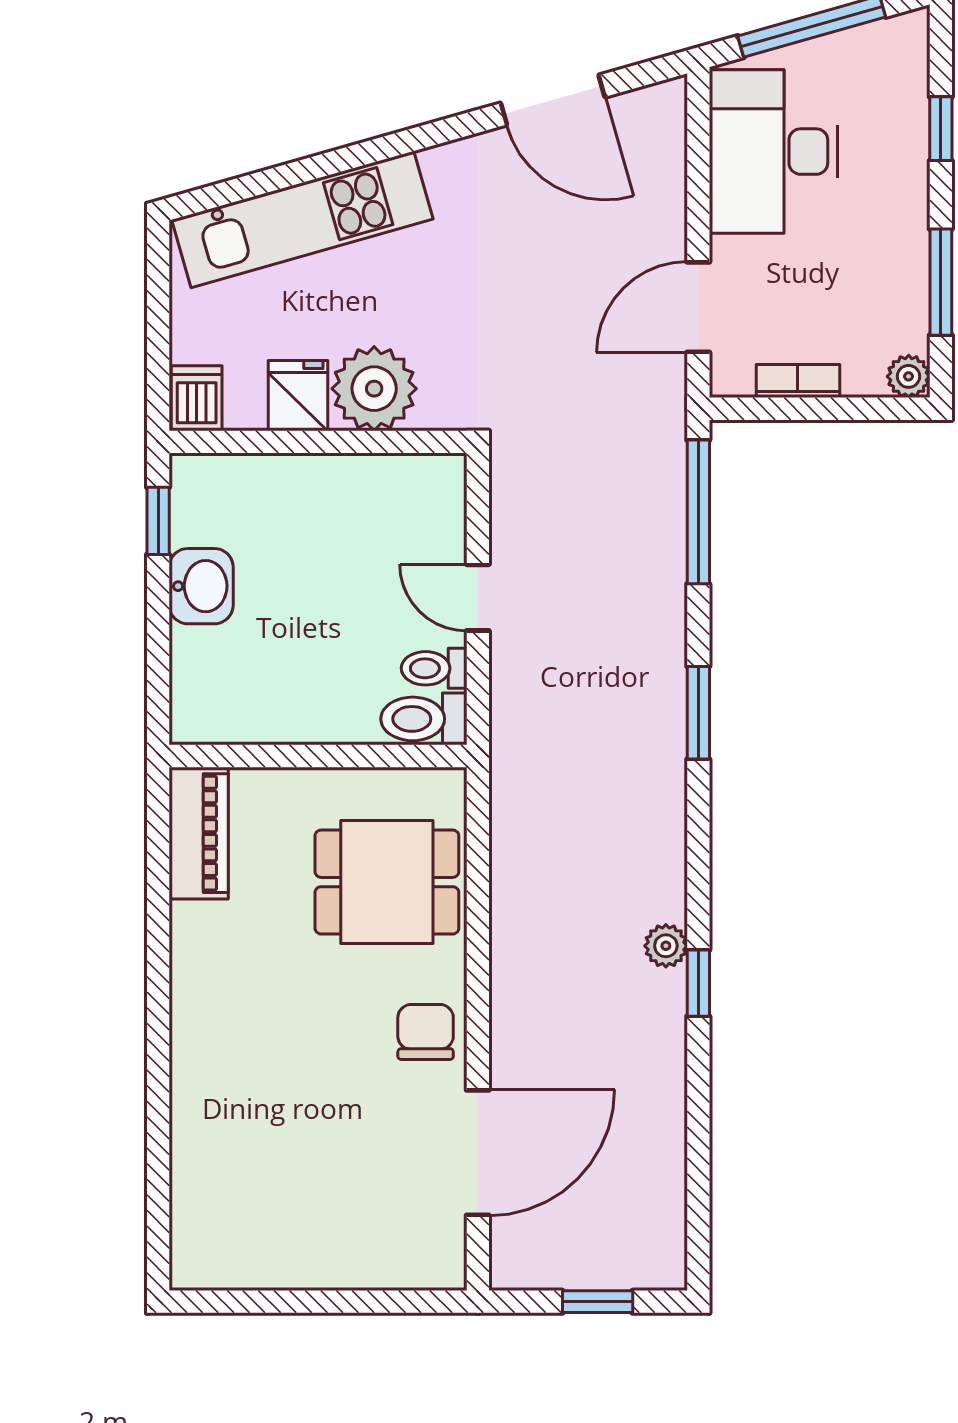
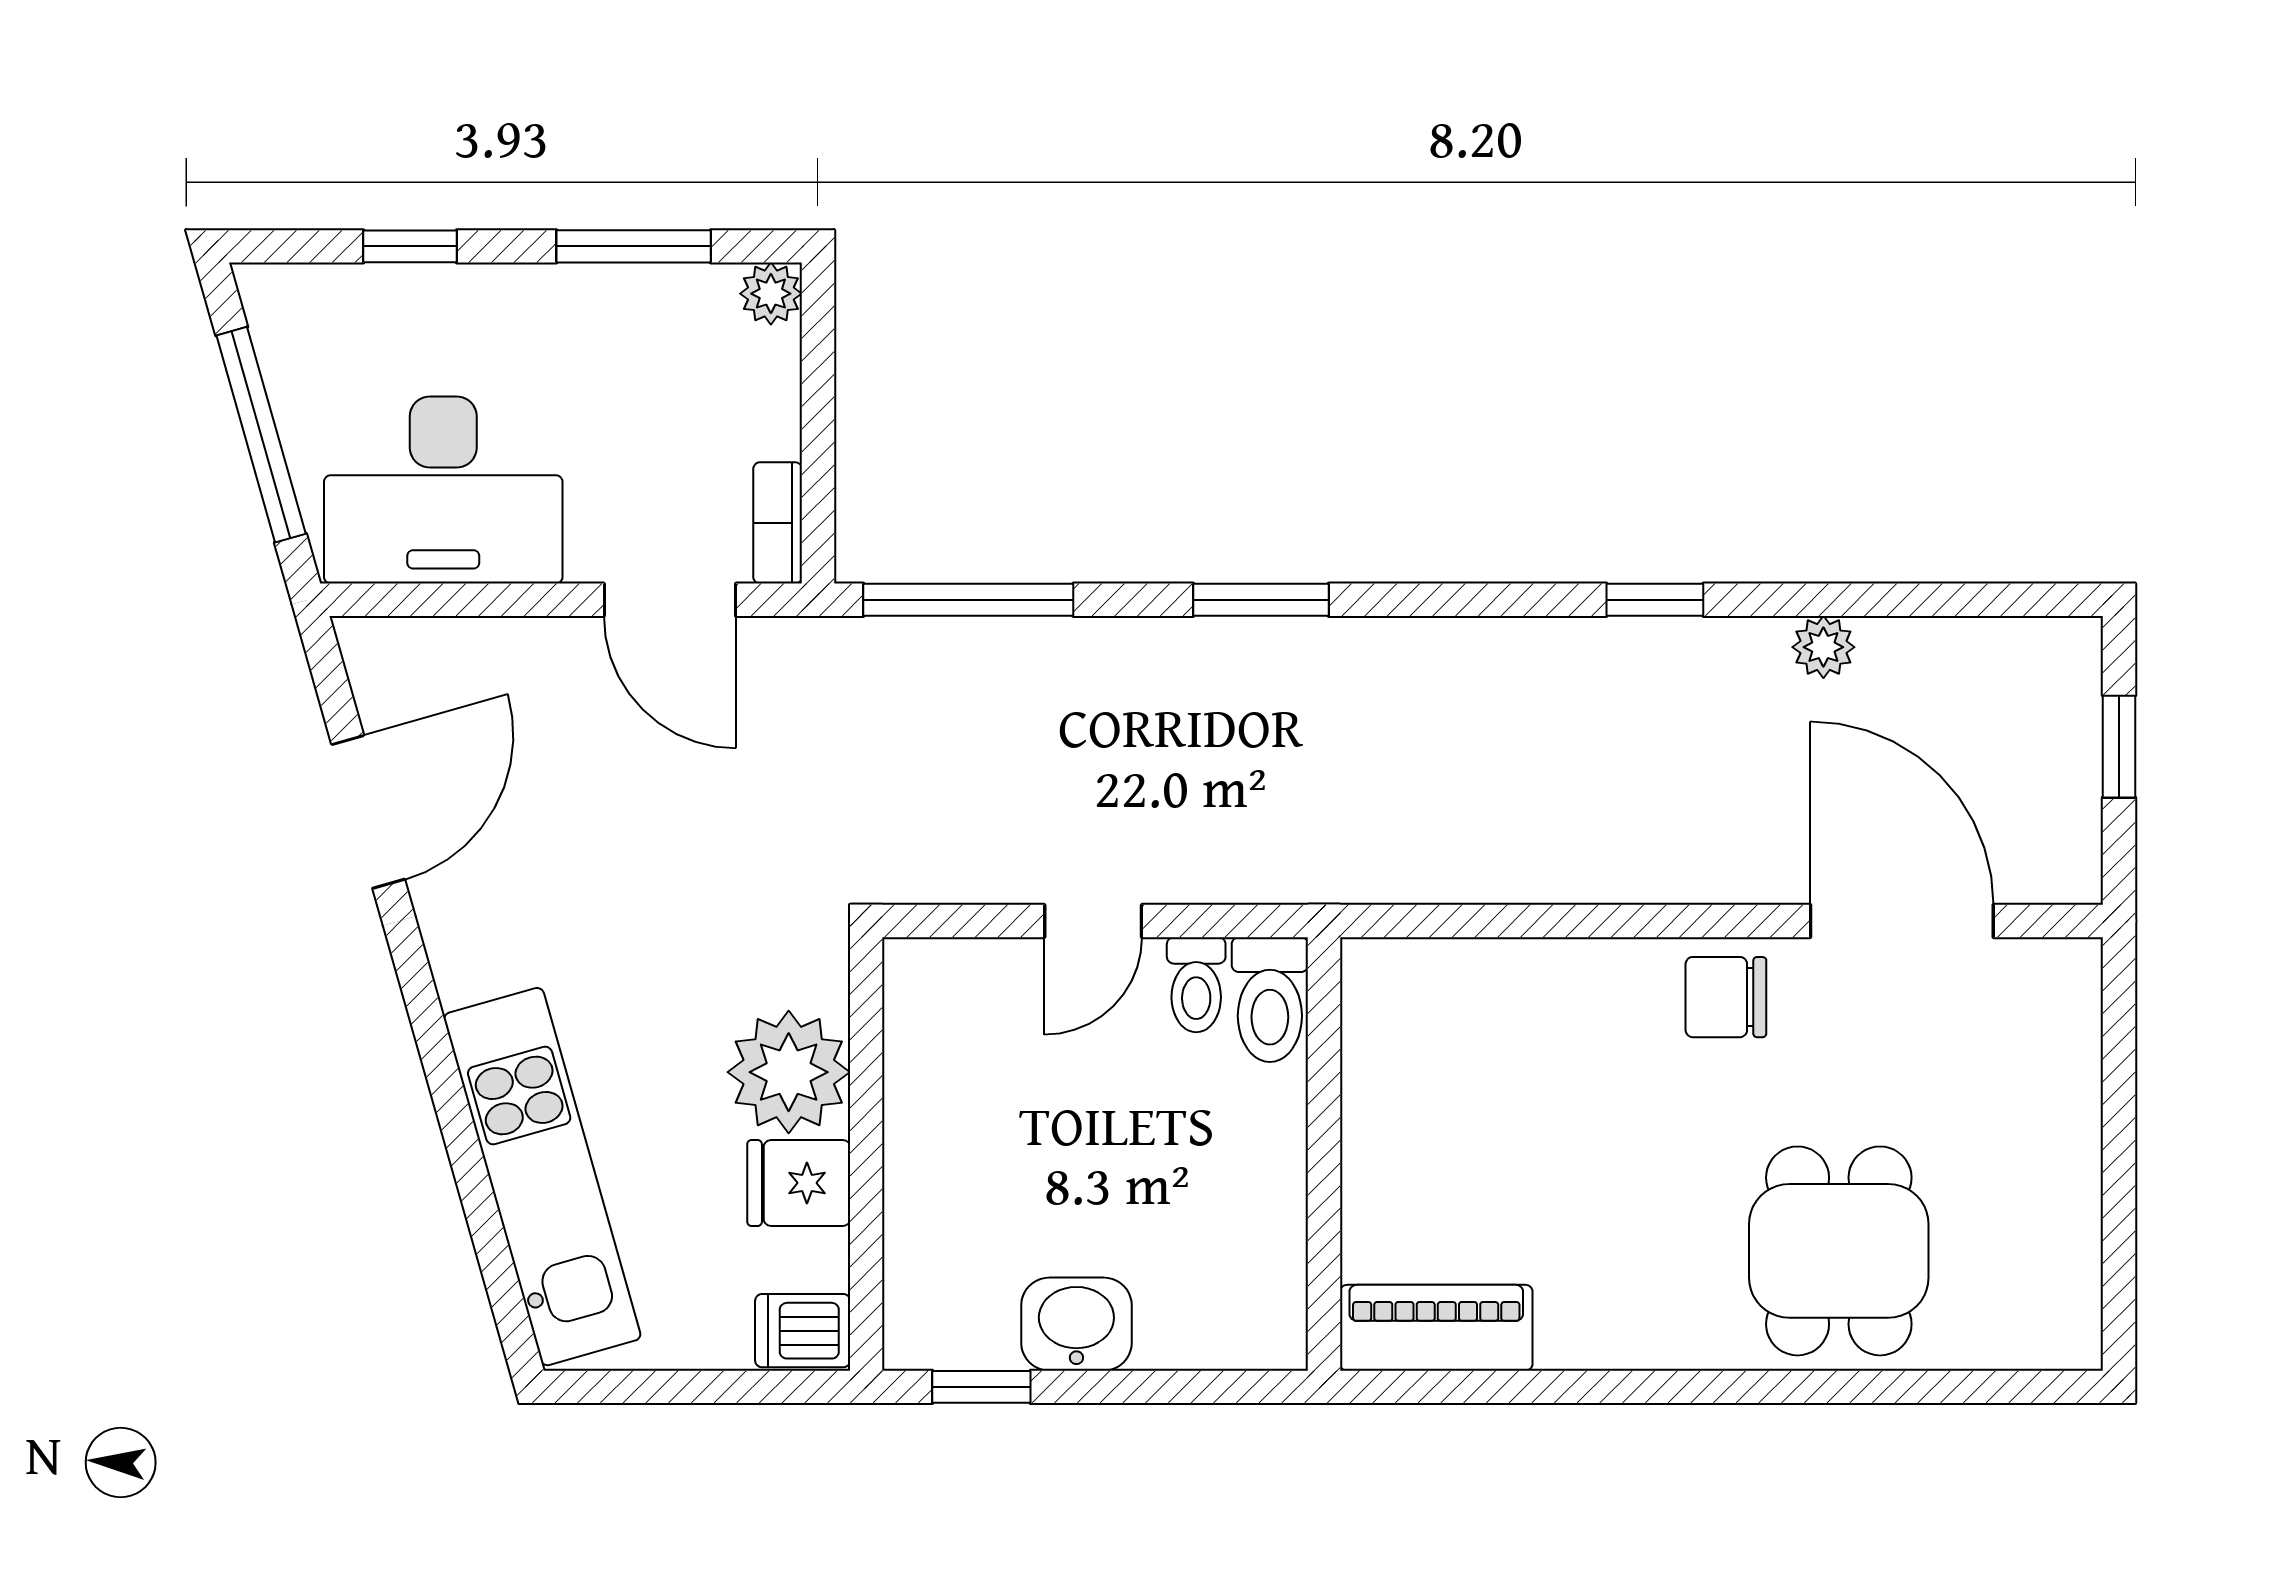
bookcase: (798, 381) -> (778, 523), moved
dining table: (387, 882) -> (1839, 1251), moved
plant: (666, 946) -> (1823, 647), moved

